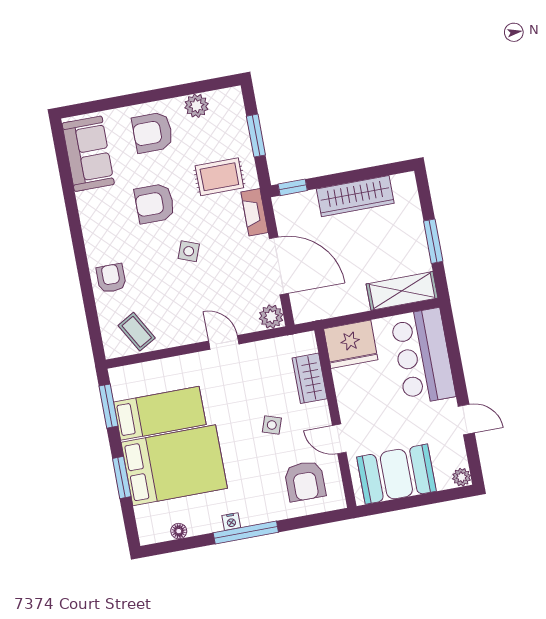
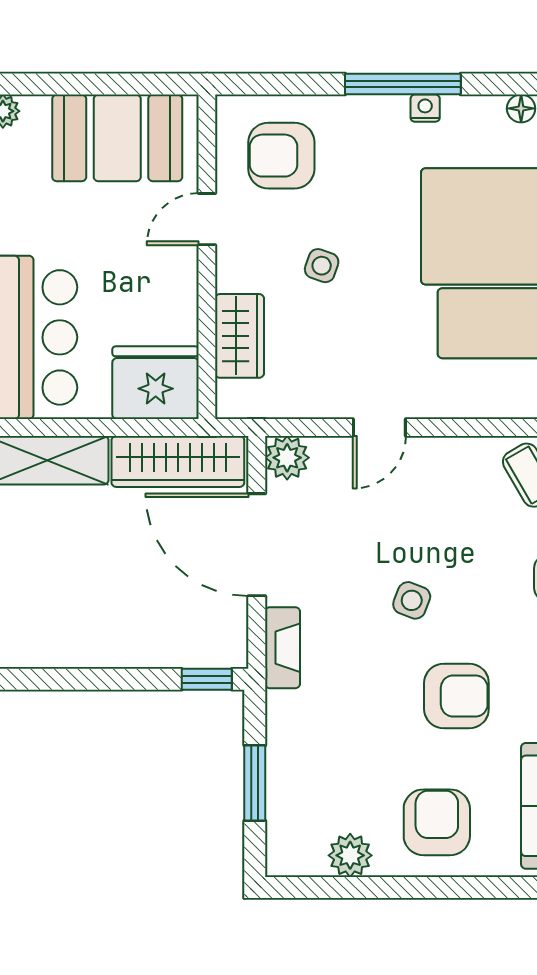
armchair: (152, 133) -> (437, 822), turned -90
rug: (219, 177) -> (333, 722), removed
wardrobe: (355, 196) -> (178, 461), moved, turned 180
door: (224, 342) -> (379, 427), hinge flipped
door: (339, 439) -> (207, 219), swing flipped
armchair: (305, 481) -> (281, 156), turned -90

